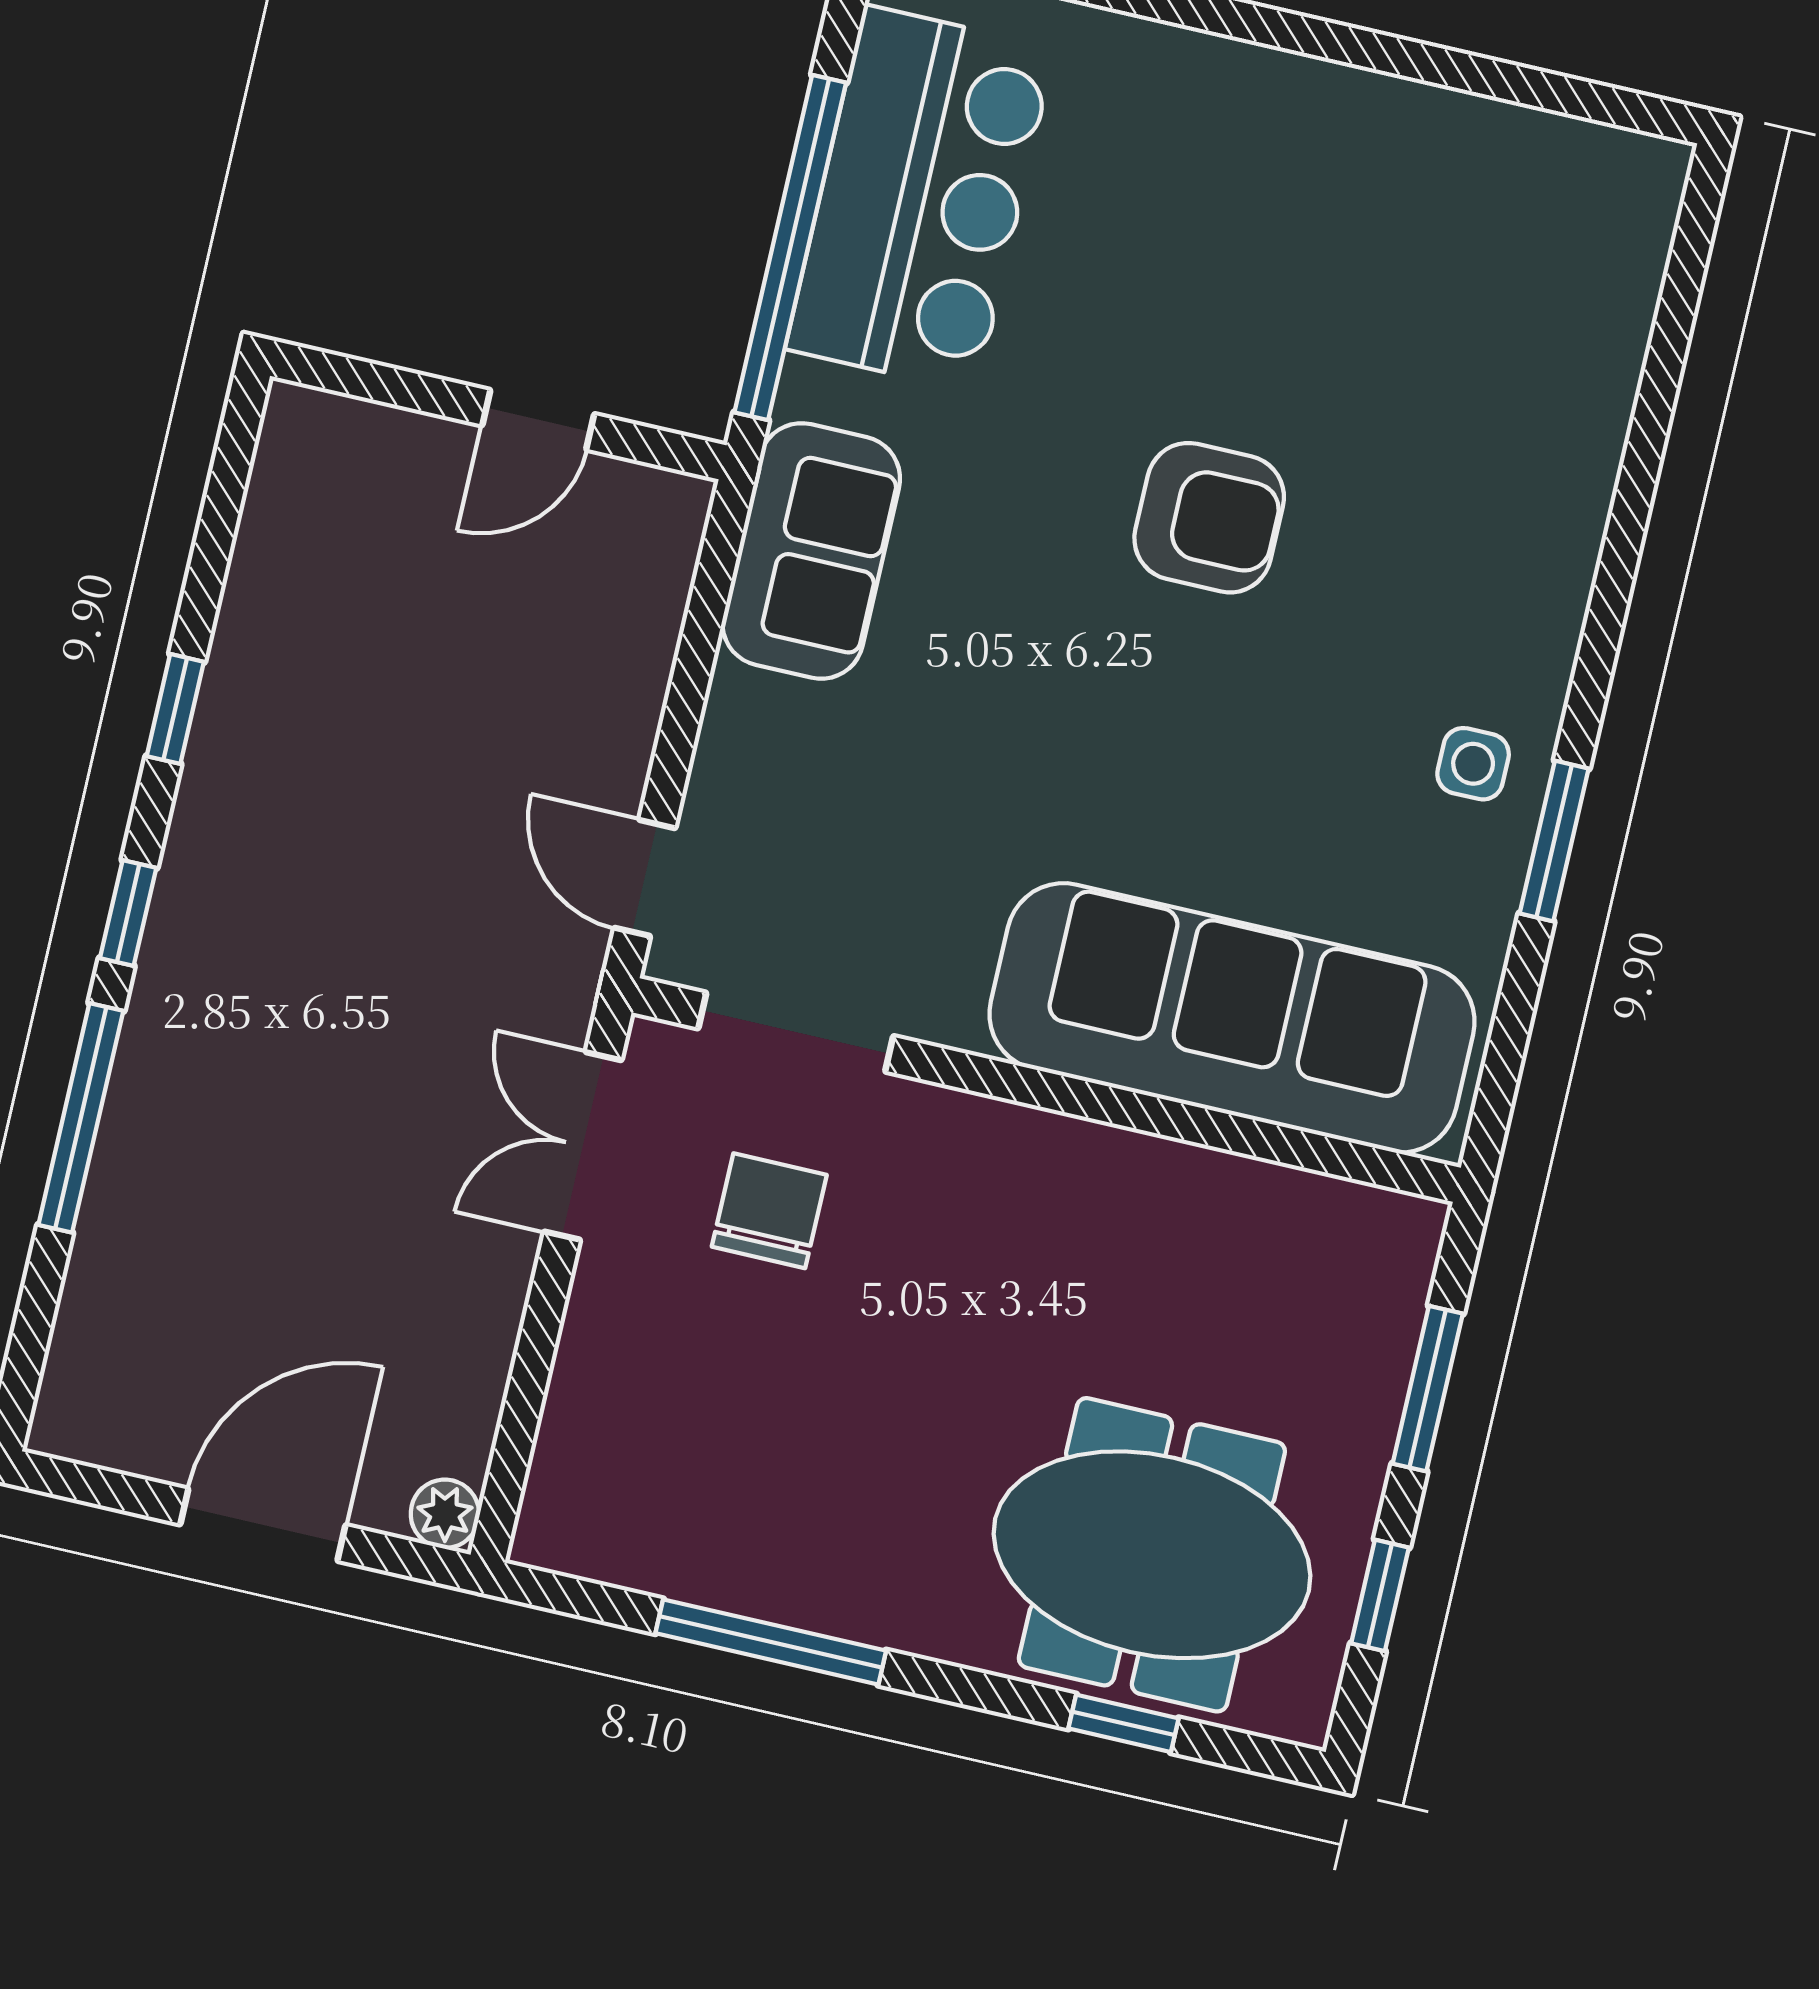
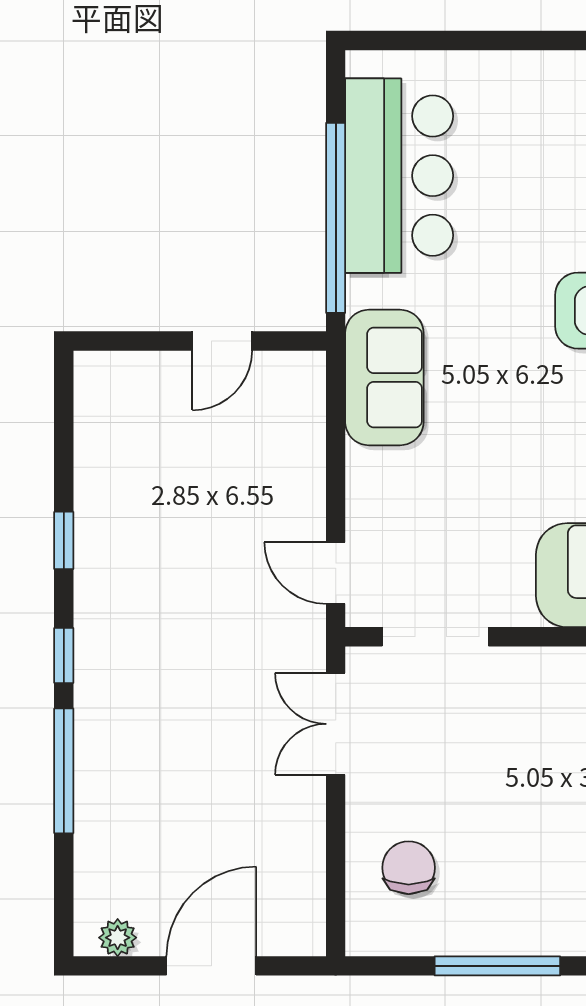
chair: (769, 1211) -> (409, 868), moved
plant: (445, 1514) -> (118, 938), moved

